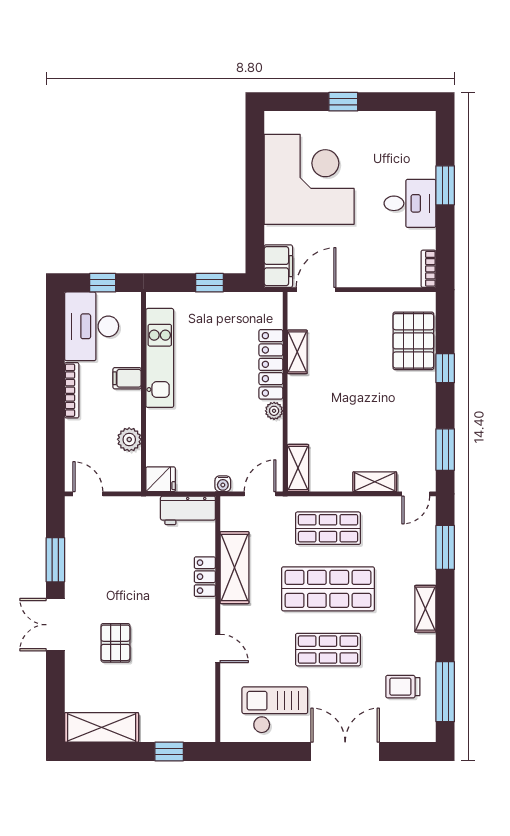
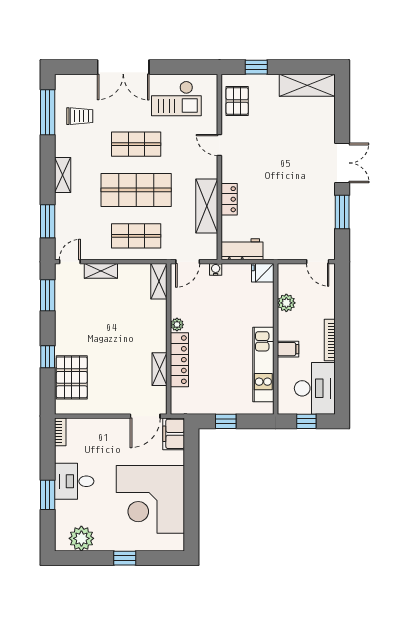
plant: (400, 128) -> (81, 538), added
pallet: (115, 643) -> (237, 101), moved

